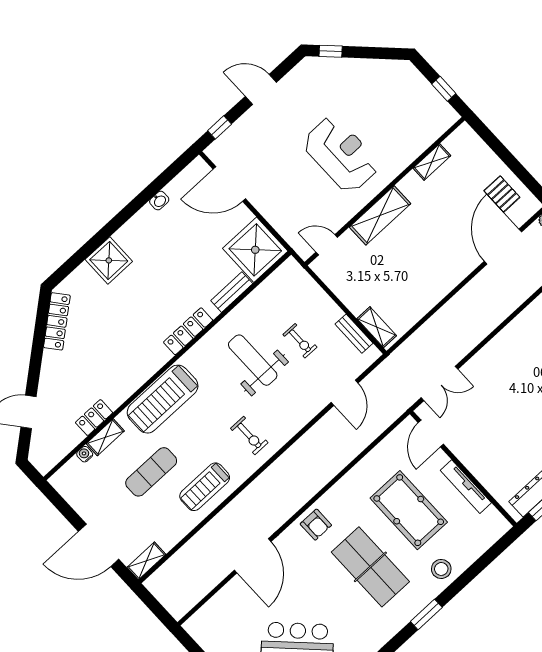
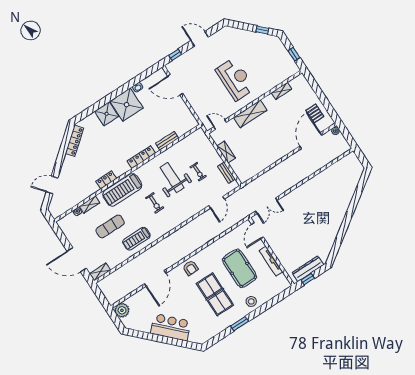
window: (331, 51) -> (262, 30), moved
shower: (255, 250) -> (127, 105), moved
shelving: (377, 327) -> (226, 152), moved
locker: (94, 418) -> (106, 180), moved
exercise bike: (249, 436) -> (155, 203), moved
plant: (200, 626) -> (122, 310), added

